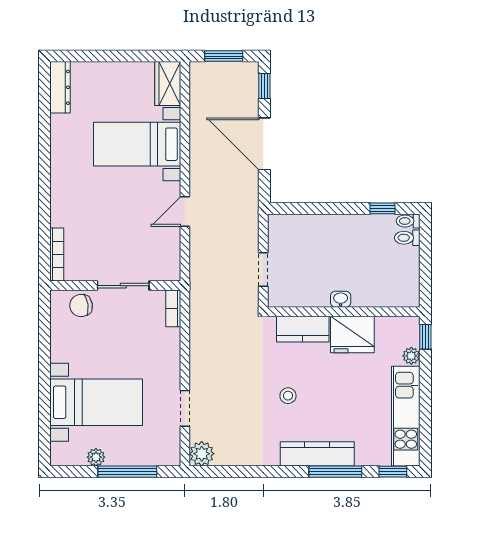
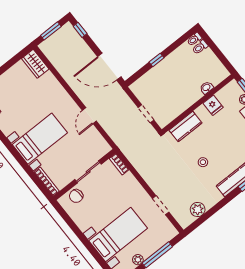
bed with nightstands: (137, 144) -> (40, 139), moved, turned 180
door: (264, 144) -> (109, 67), moved
window: (383, 208) -> (156, 60), moved
washbasin: (341, 299) -> (207, 88), moved
fridge: (352, 335) -> (213, 105), width x0.53, depth x0.75
plant: (202, 454) -> (198, 209), moved

